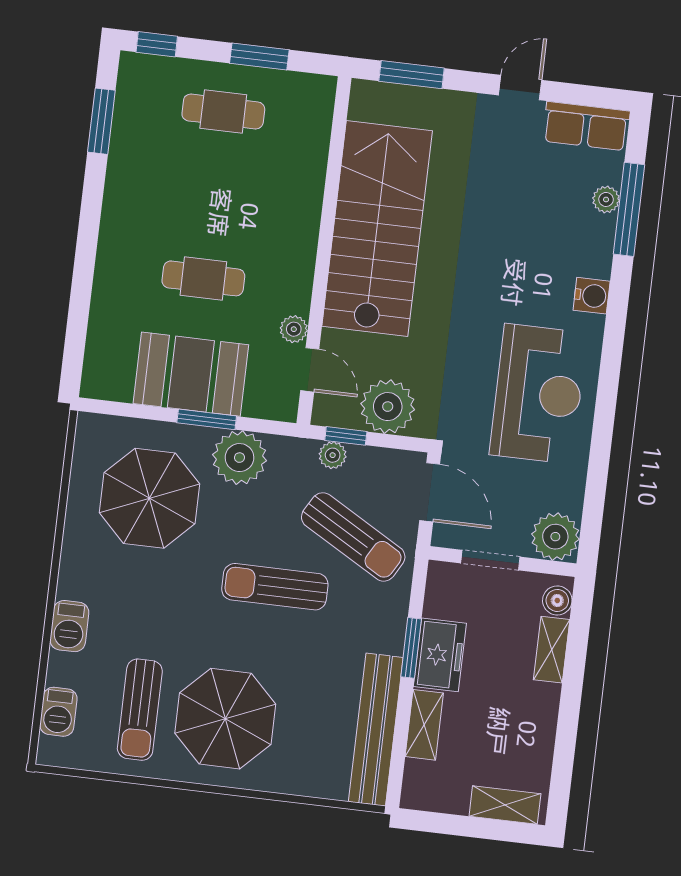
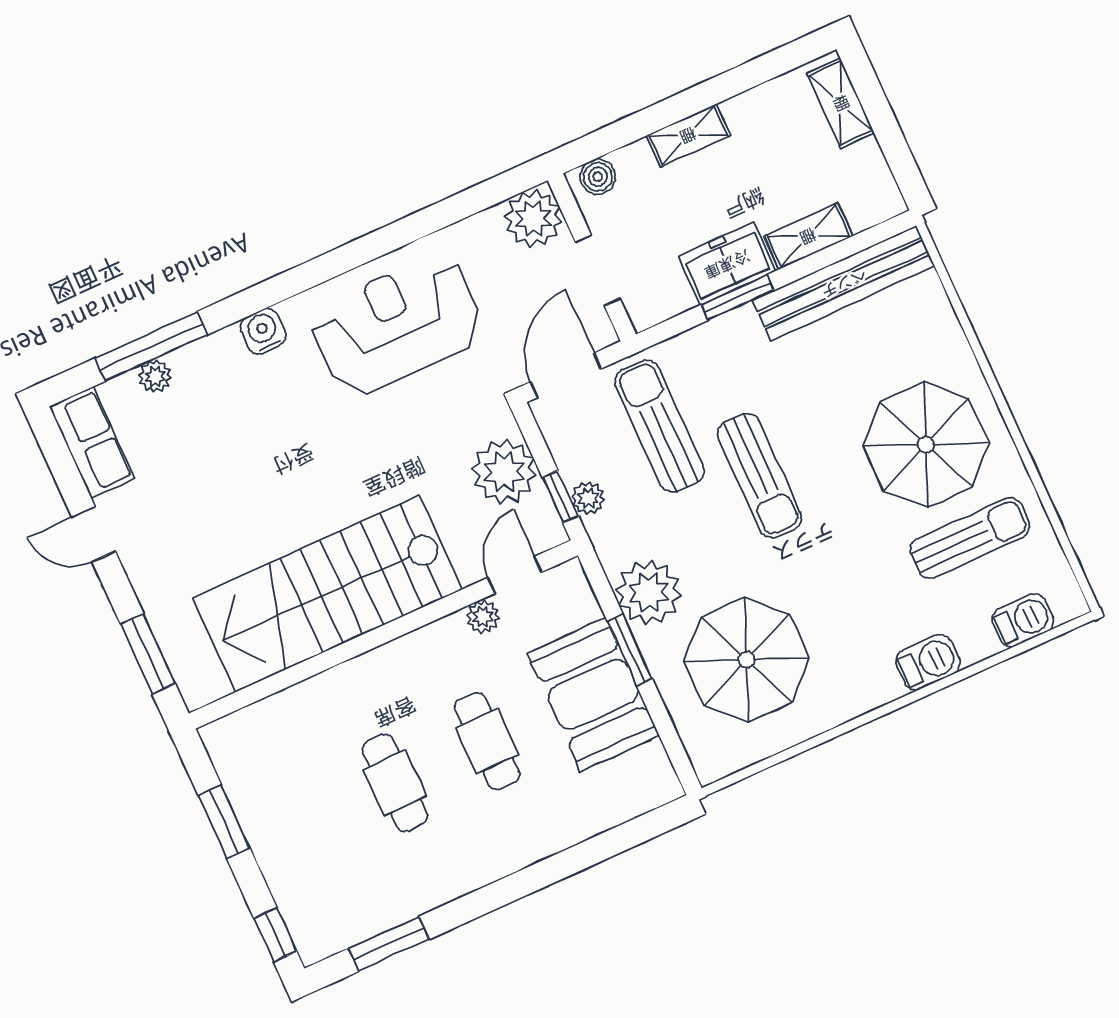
cafe table: (223, 111) -> (395, 783), moved
sun lounger: (353, 537) -> (660, 426), turned -30
shelving: (552, 650) -> (688, 135), moved

